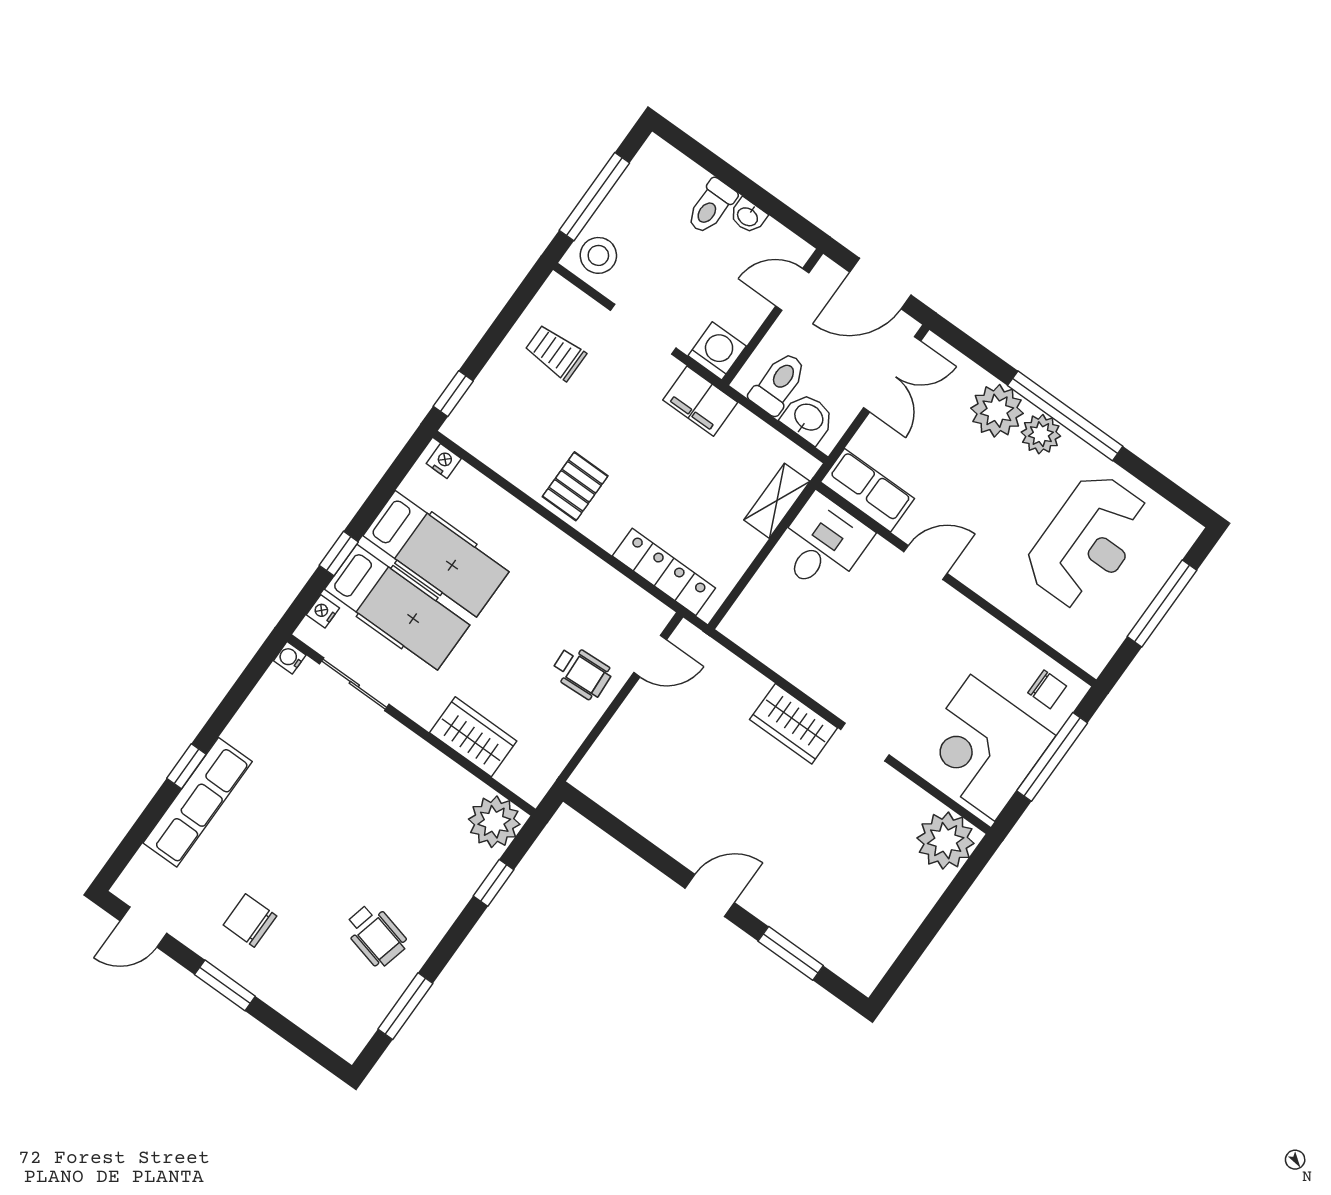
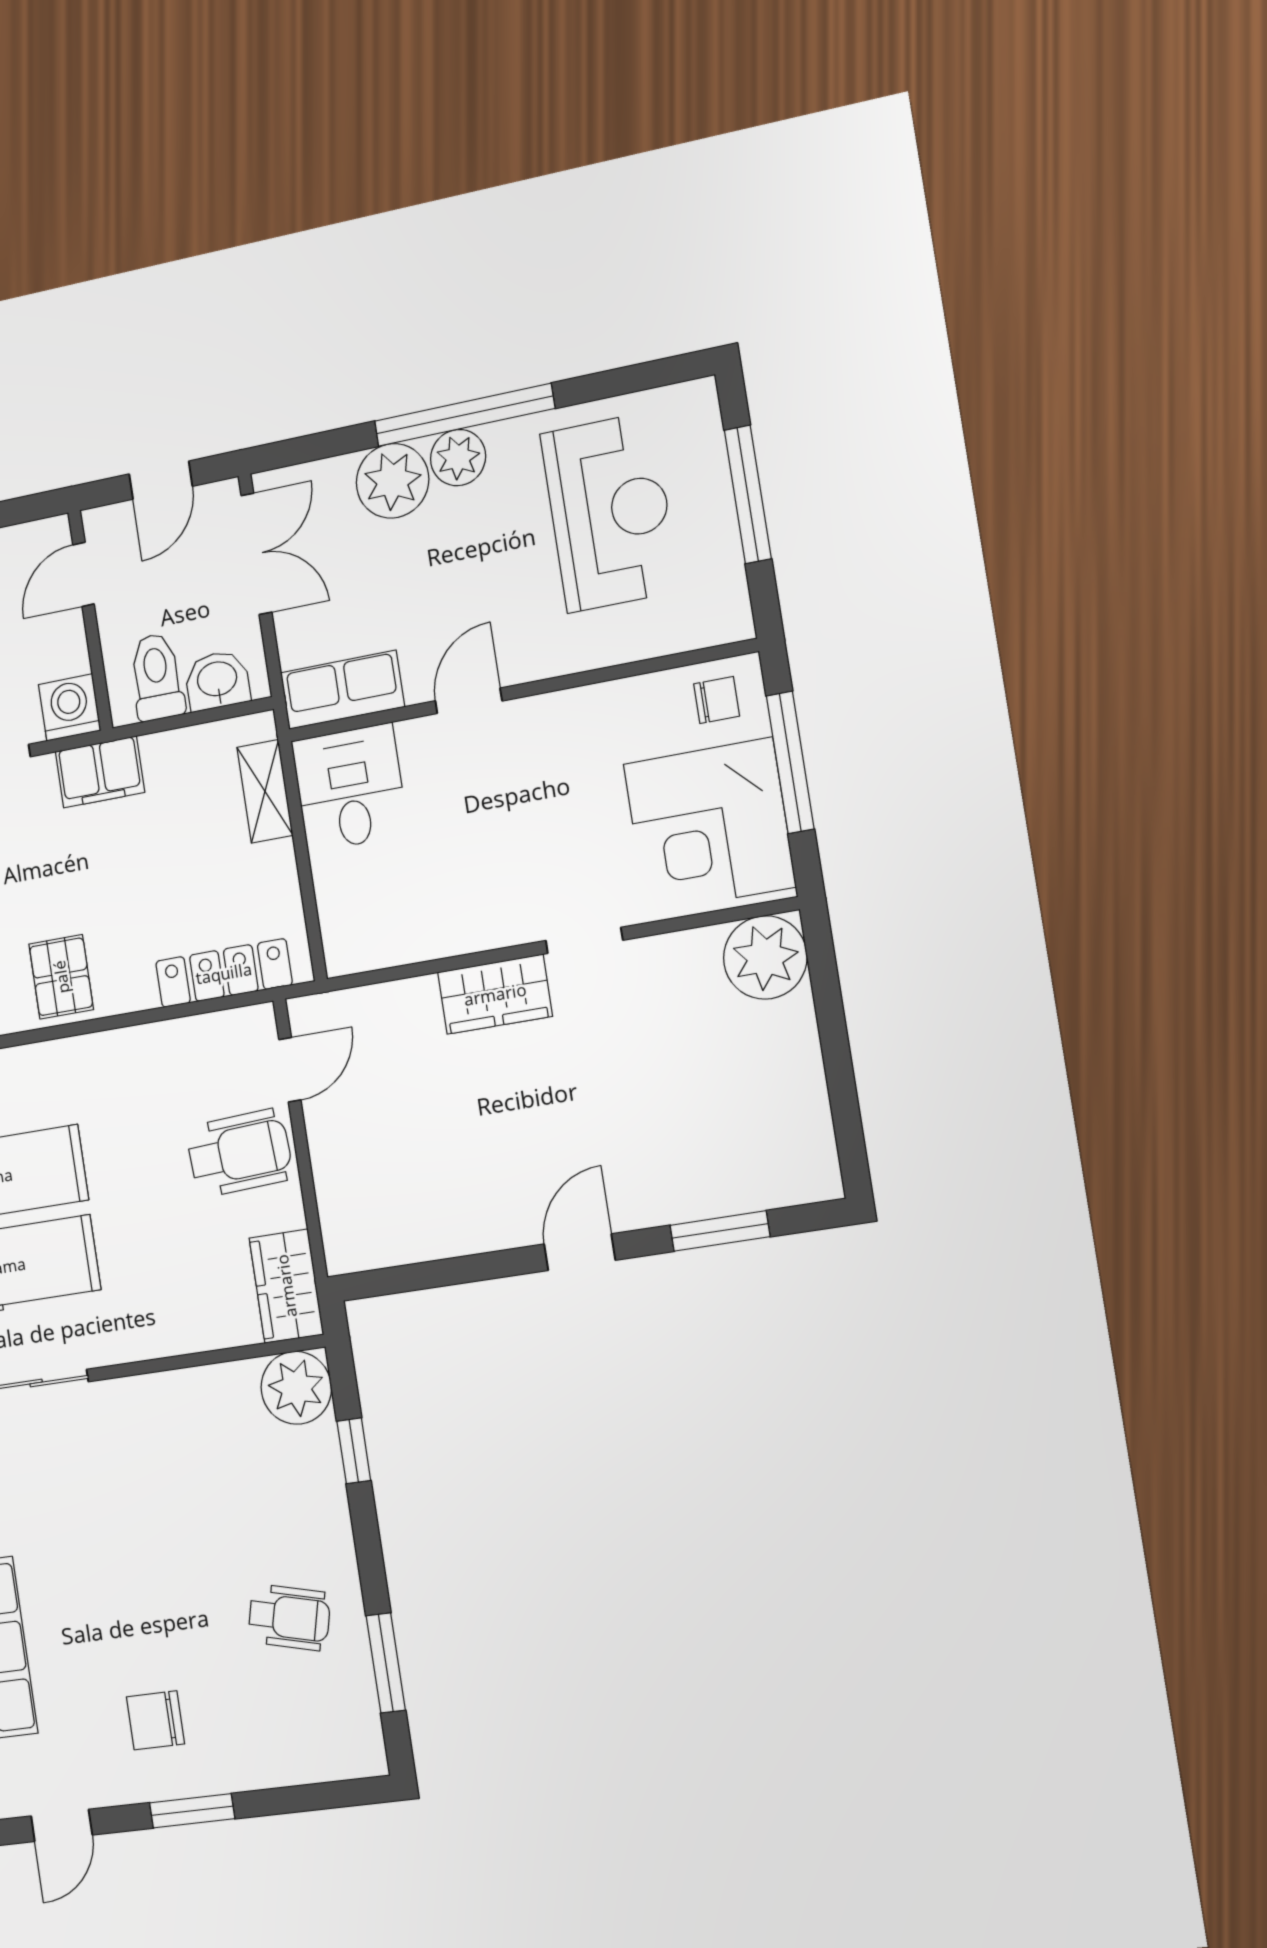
door: (880, 284) -> (161, 480), width x0.73
wheelchair: (582, 672) -> (240, 1153), width x1.36, depth x1.37
wardrobe: (473, 737) -> (286, 1286), moved, turned -90

